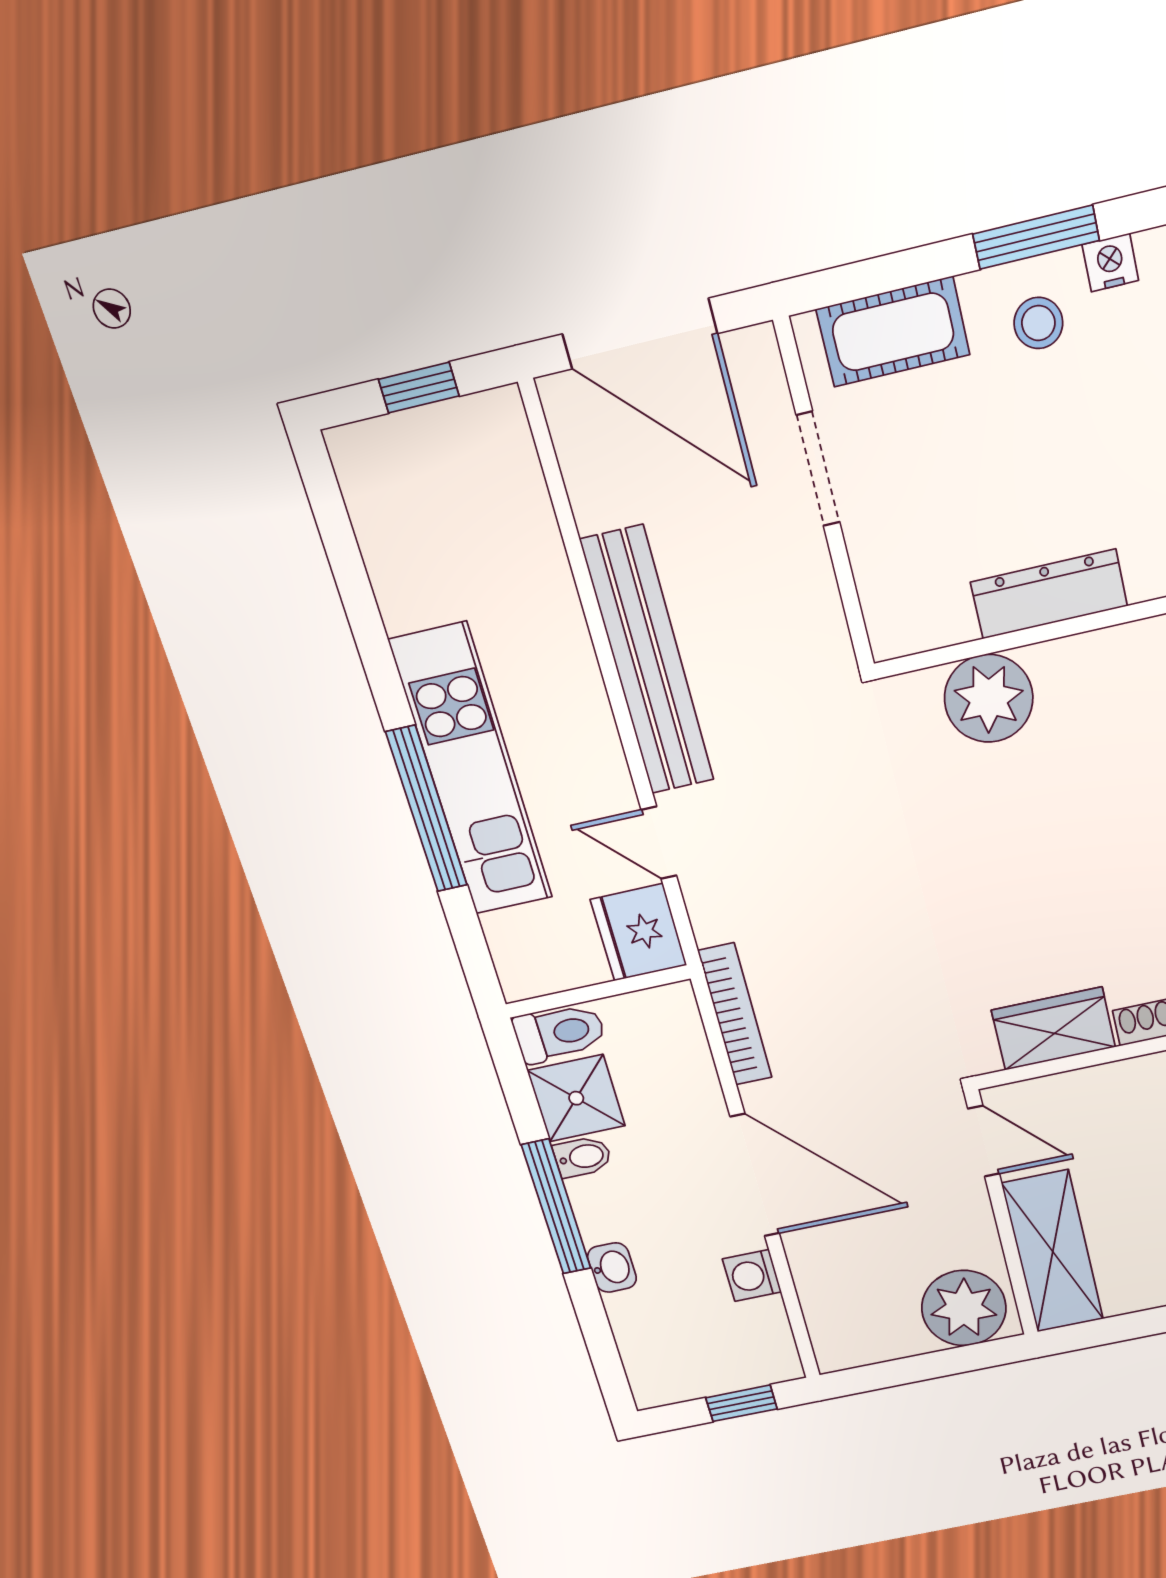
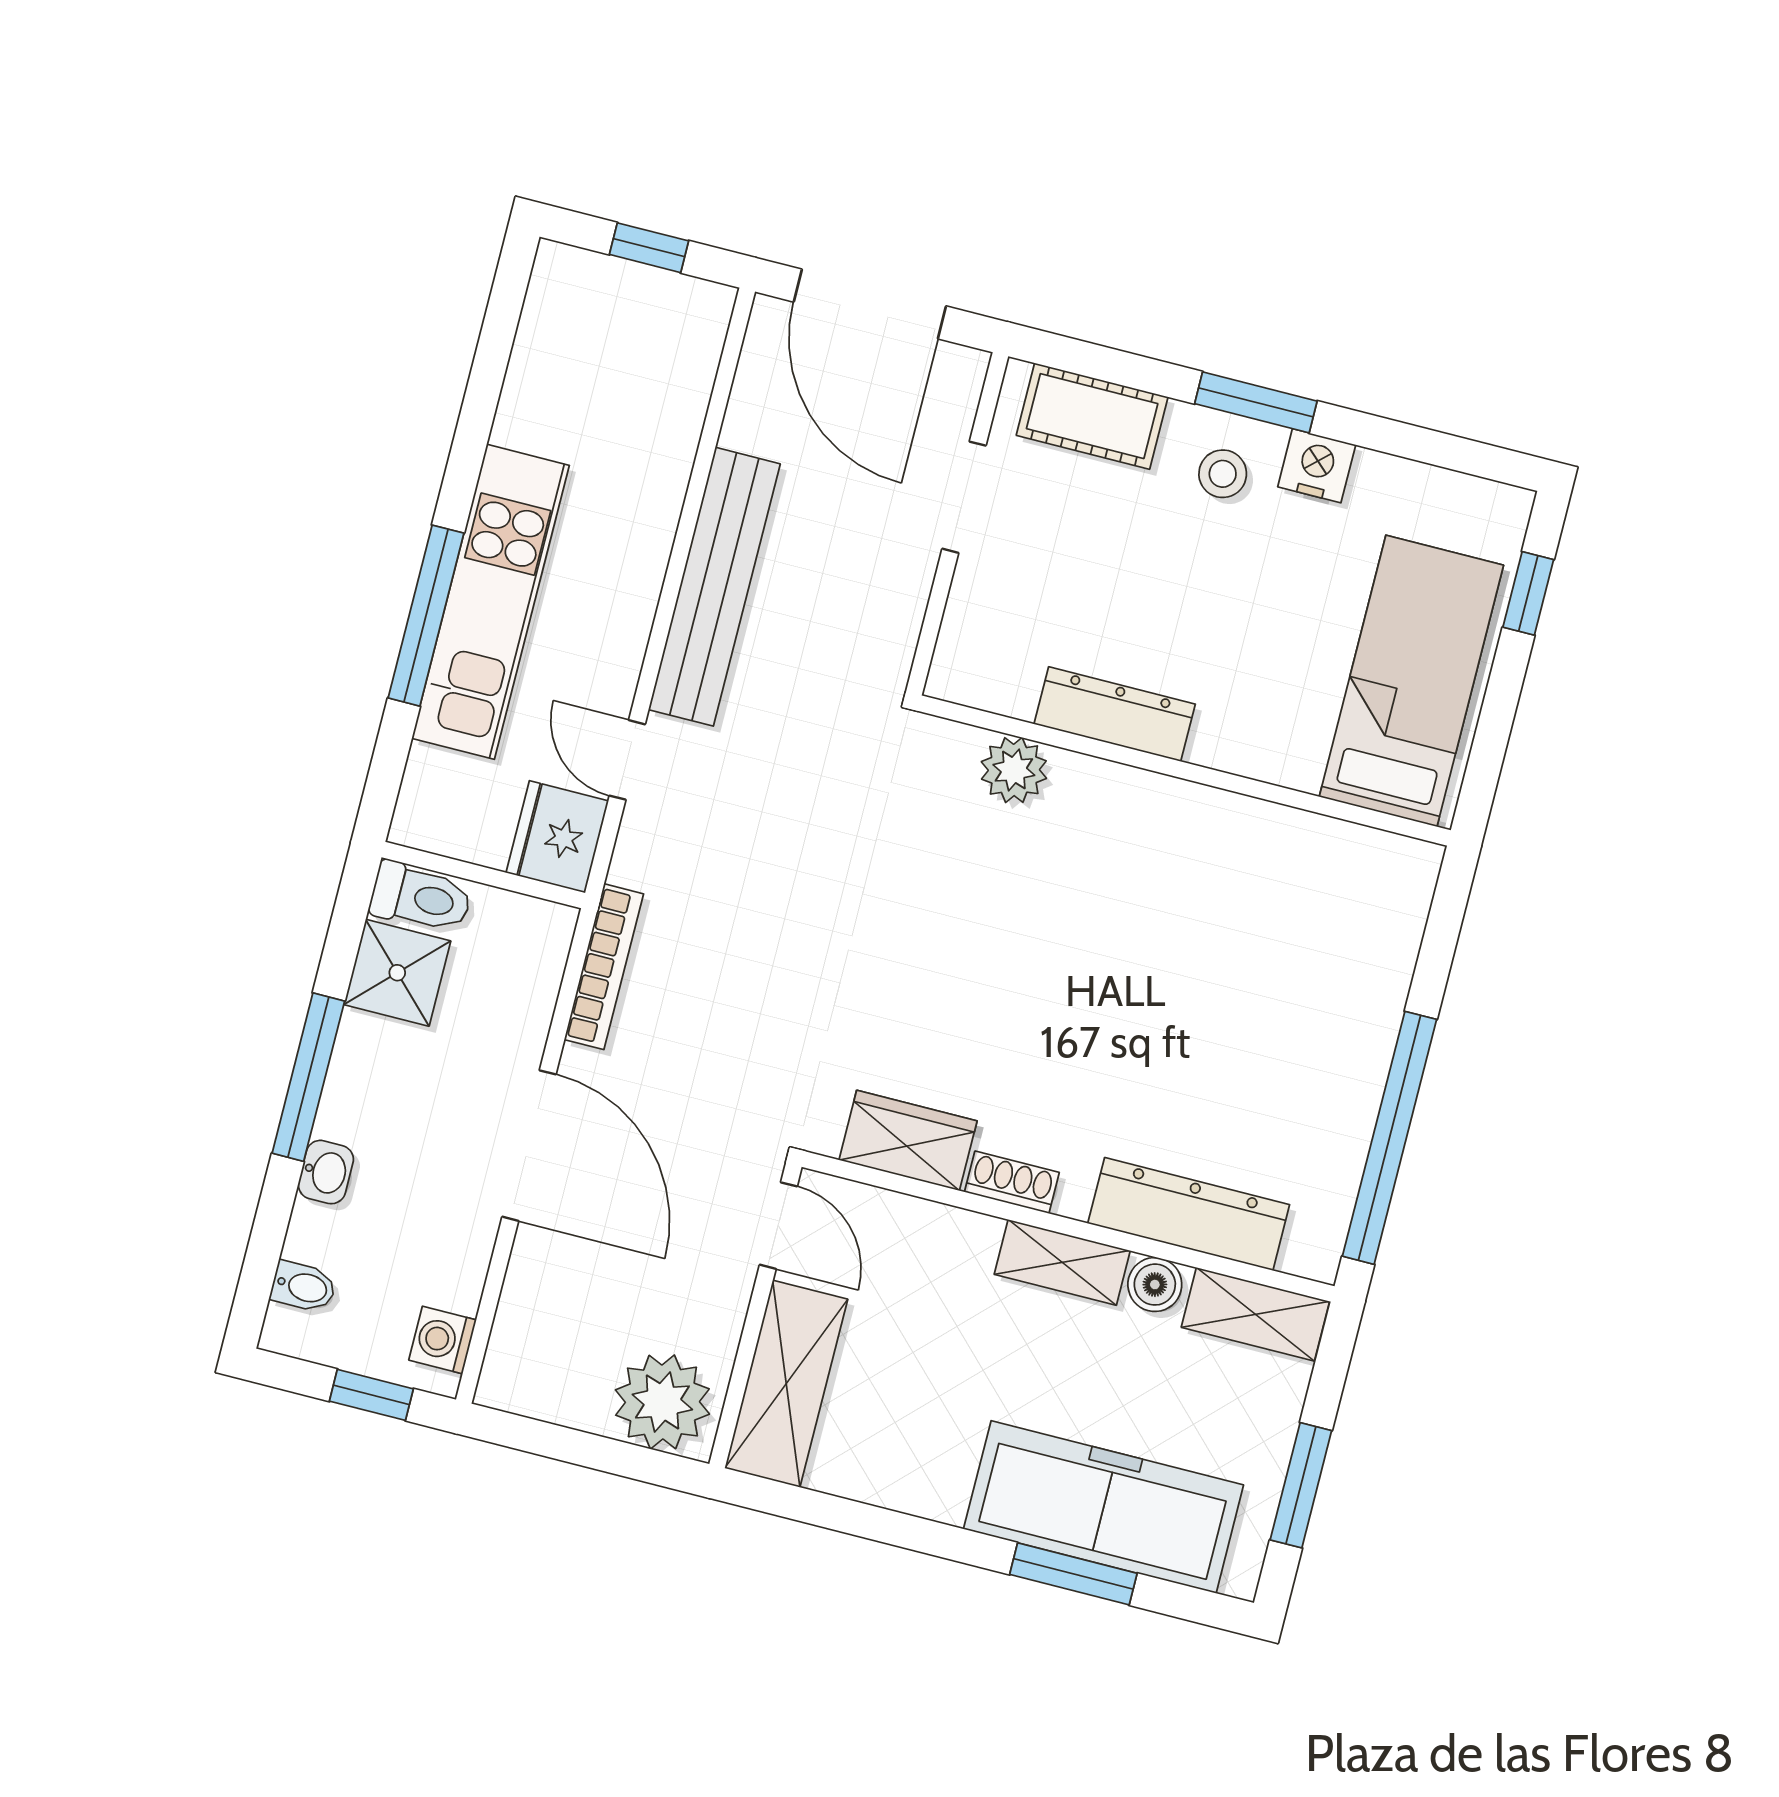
nightstand: (1110, 263) -> (1317, 466), width x1.39, depth x1.35
plant: (989, 698) -> (1014, 770), width x0.73, depth x0.73
bidet: (583, 1157) -> (303, 1287), moved
washing machine: (752, 1275) -> (443, 1340), moved

